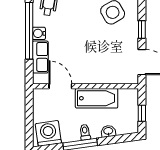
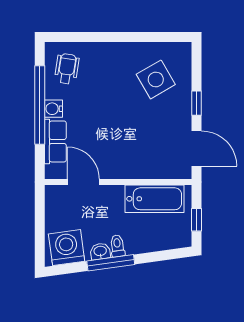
bathtub: (97, 98) -> (155, 199), moved
washbasin: (108, 131) -> (100, 251), moved

